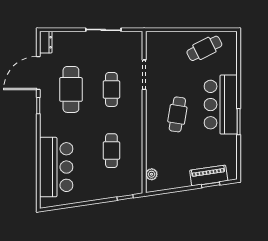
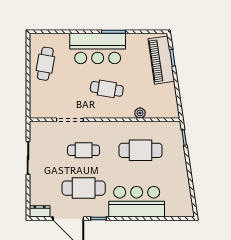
cafe table: (204, 48) -> (45, 64), turned 37
cafe table: (111, 151) -> (141, 150), width x1.37, depth x1.35
bar counter: (56, 167) -> (137, 202), moved
plant: (152, 174) -> (140, 113), moved
piano: (209, 175) -> (161, 60), width x1.37, depth x1.33

